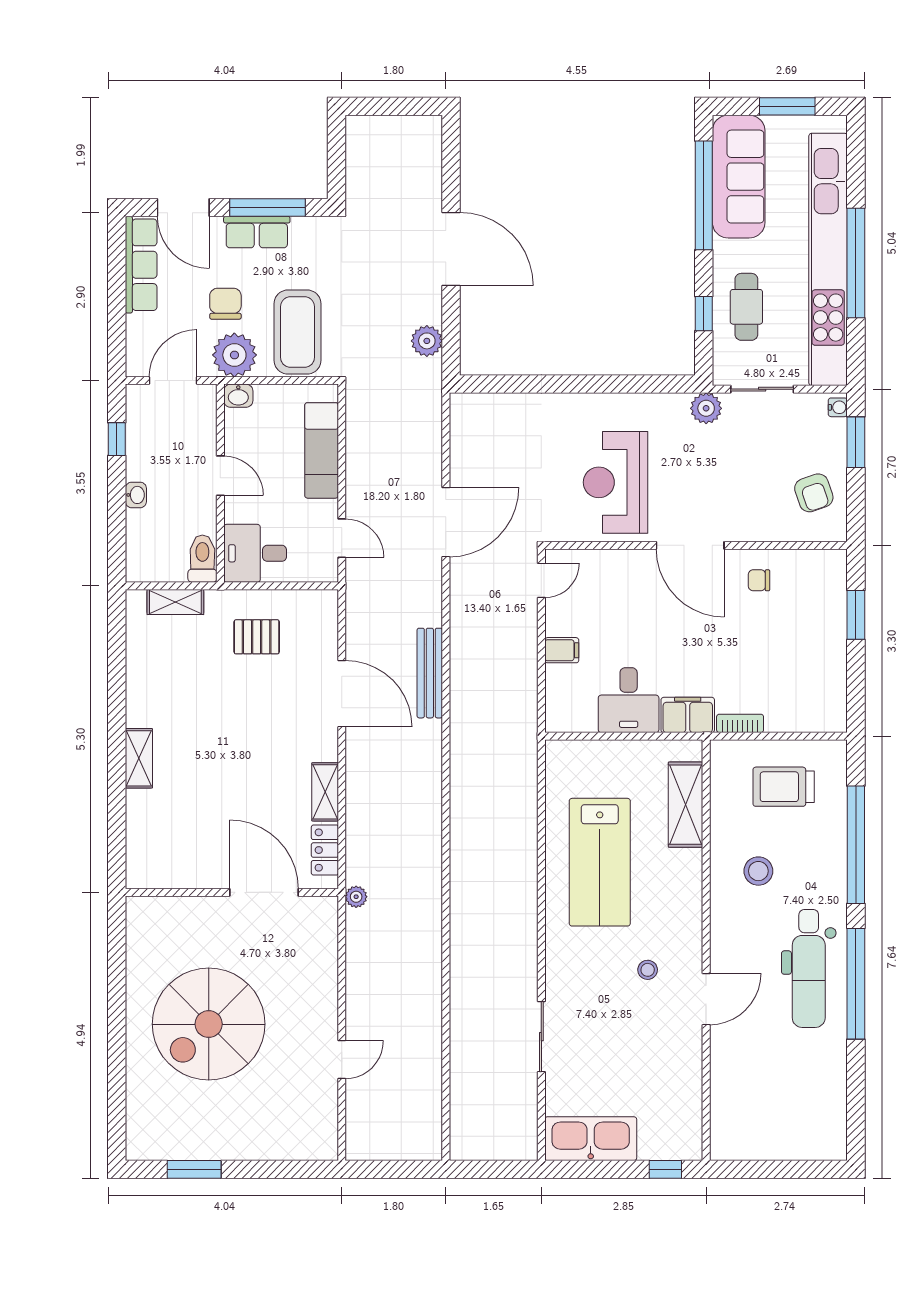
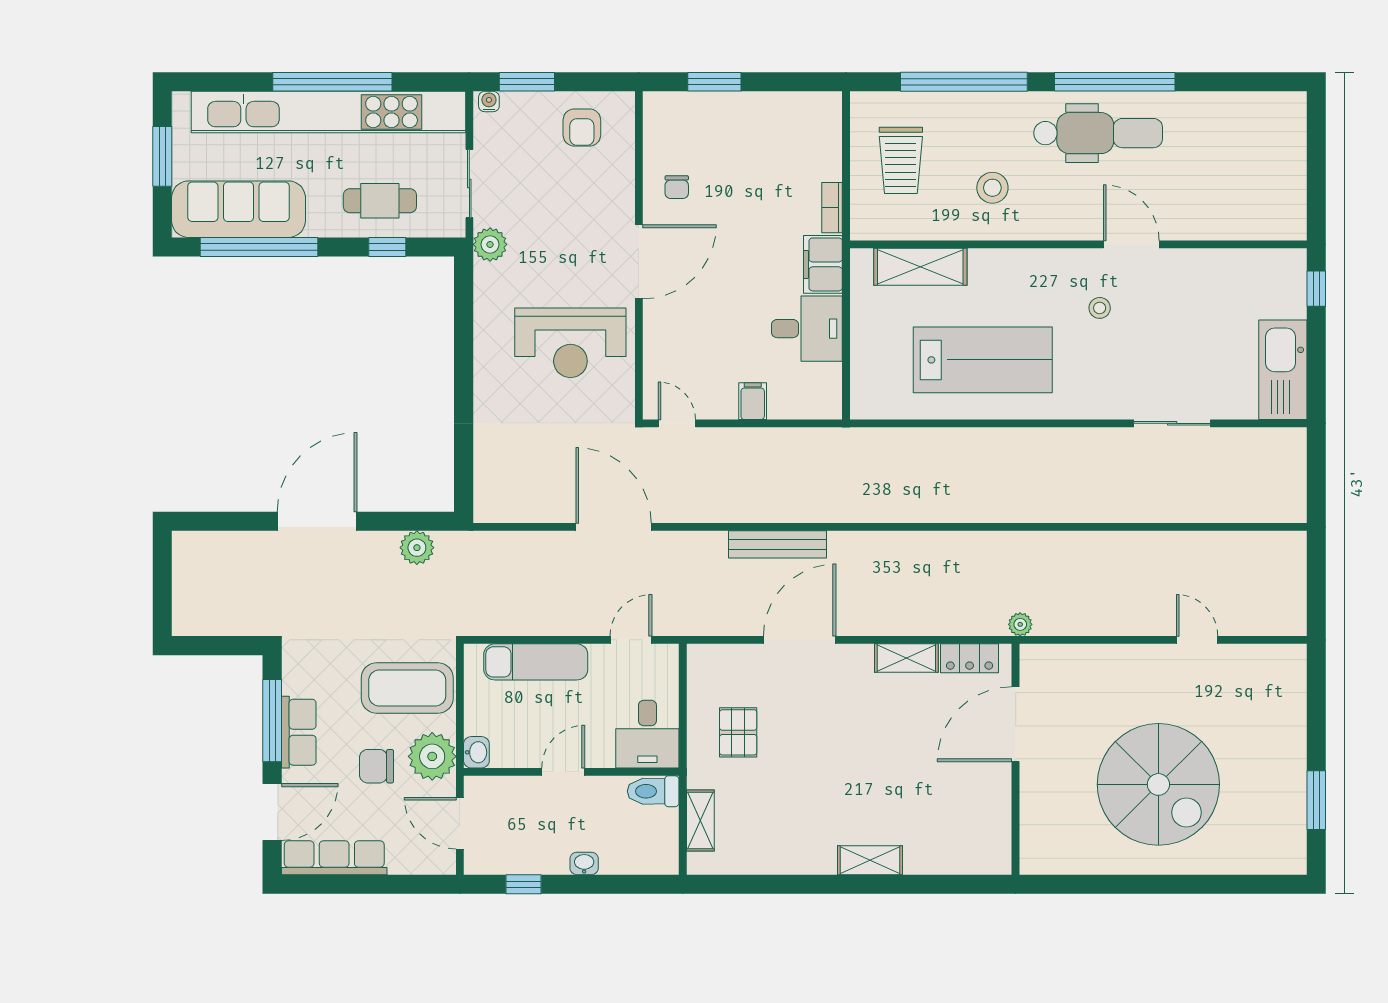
armchair: (814, 493) -> (582, 128), turned 109

